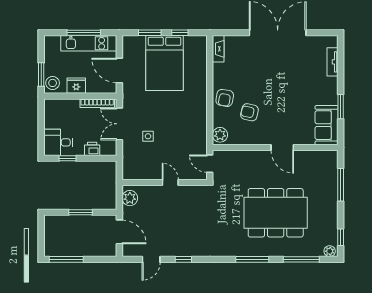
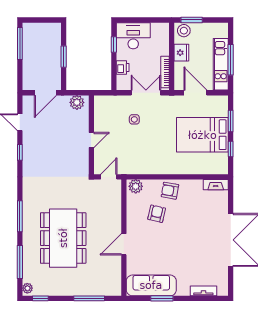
door: (119, 70) -> (195, 93), hinge flipped
sofa: (327, 125) -> (151, 285), width x1.36
desk: (58, 142) -> (133, 36), width x1.37

